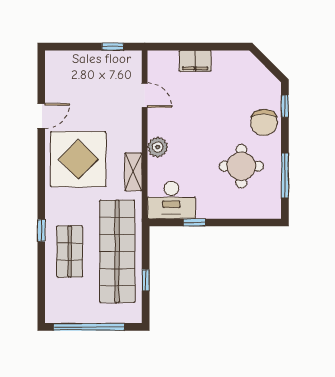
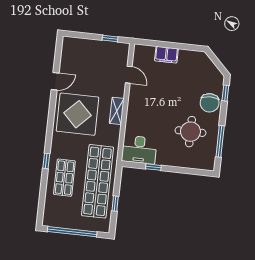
plant: (158, 147) -> (134, 112), removed
shelving: (133, 172) -> (117, 111), moved

